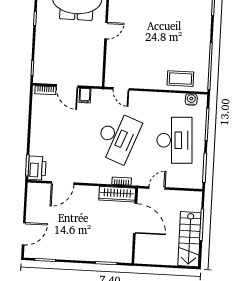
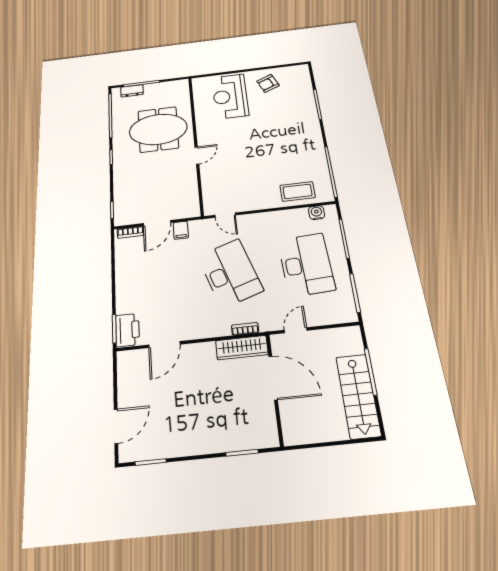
door: (67, 86) -> (157, 223), hinge flipped
desk: (118, 137) -> (230, 273), turned -39

